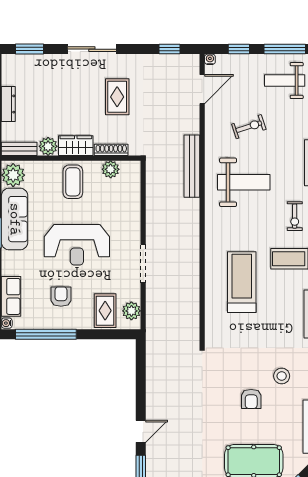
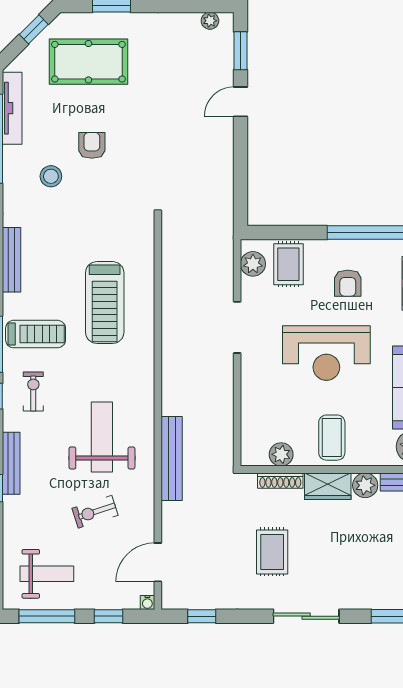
weight bench: (244, 182) -> (102, 437), turned 90
reception desk: (77, 245) -> (326, 353), turned 180

